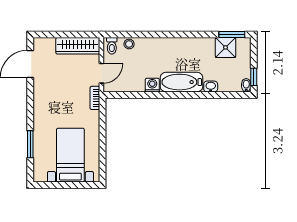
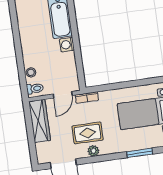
door: (101, 73) -> (63, 95), swing flipped
rug: (58, 93) -> (88, 133), added
plant: (39, 97) -> (93, 151), added

